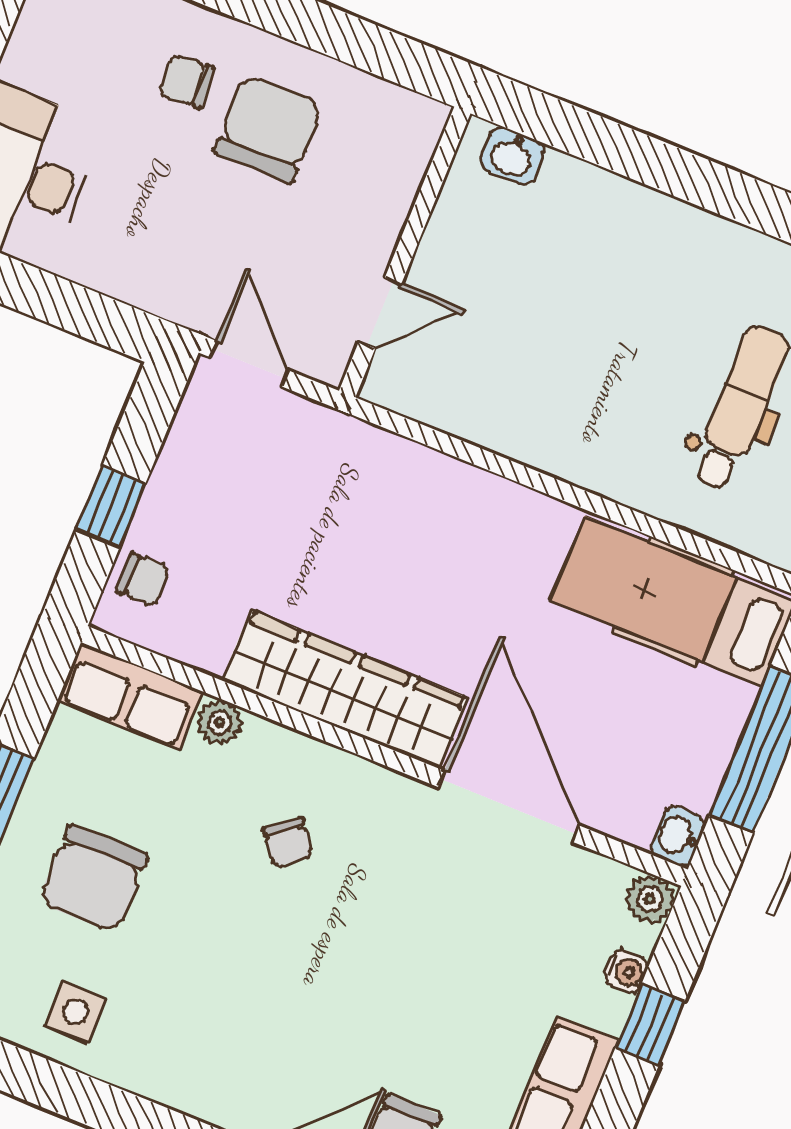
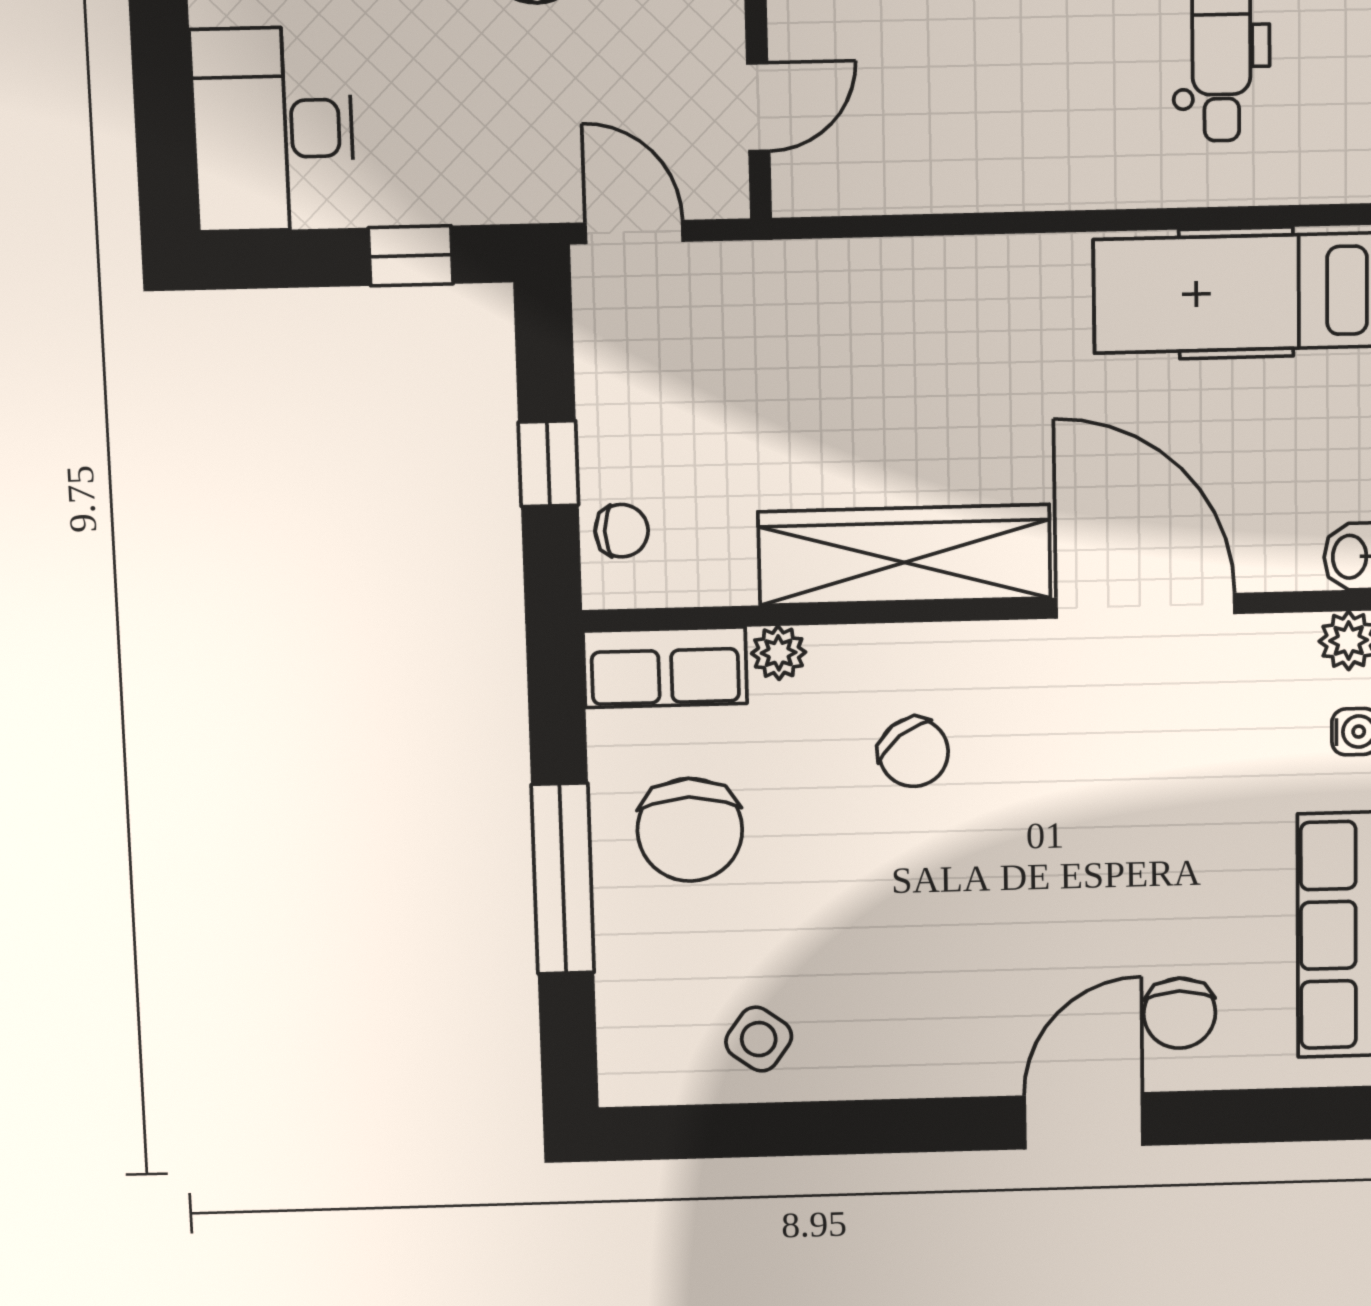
window: (78, 310) -> (411, 256), added
chair: (288, 842) -> (914, 752), width x1.37, depth x1.37
chair: (93, 879) -> (690, 830), moved
side table: (75, 1012) -> (759, 1039), turned 36

